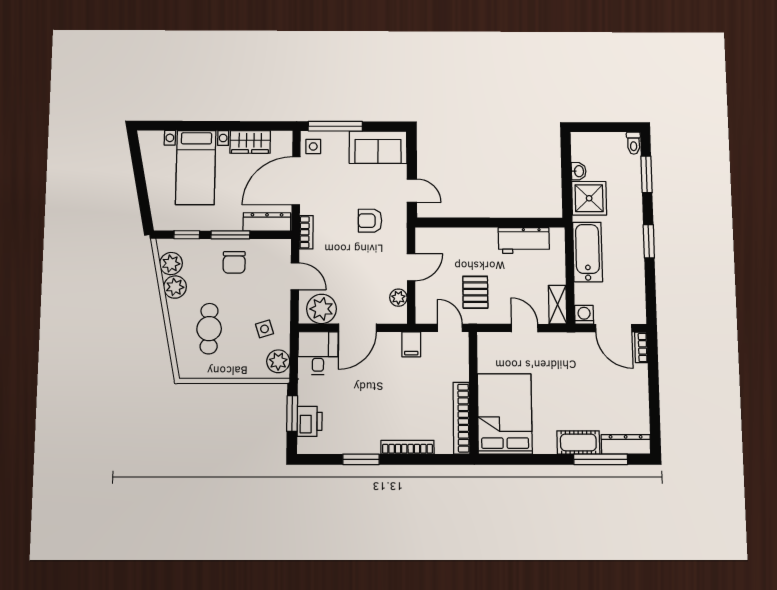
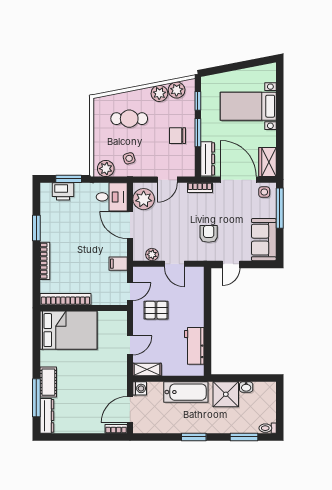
wardrobe: (250, 142) -> (267, 162), moved

